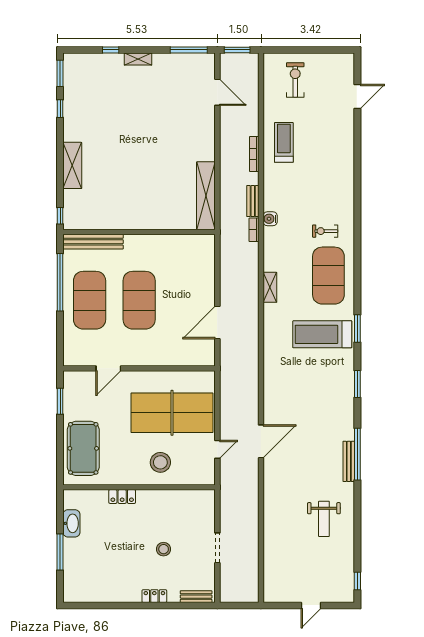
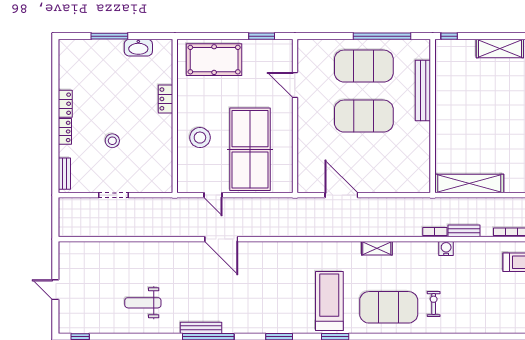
bench: (93, 242) -> (423, 91), moved
locker: (127, 596) -> (65, 104), added

